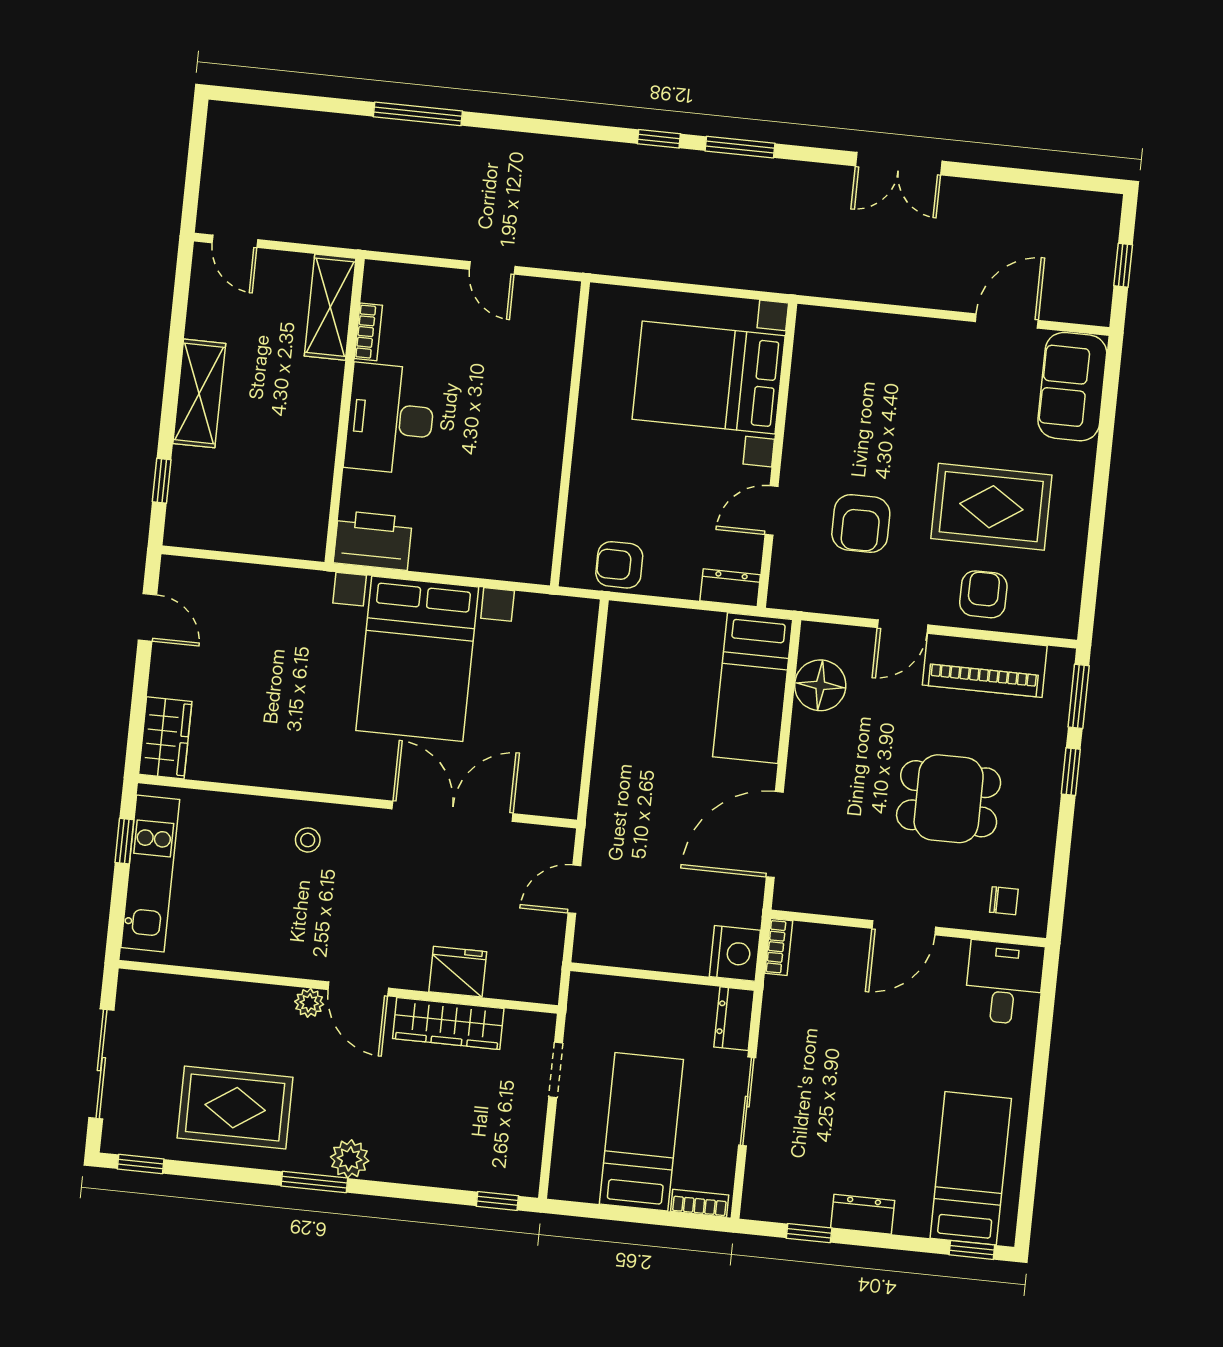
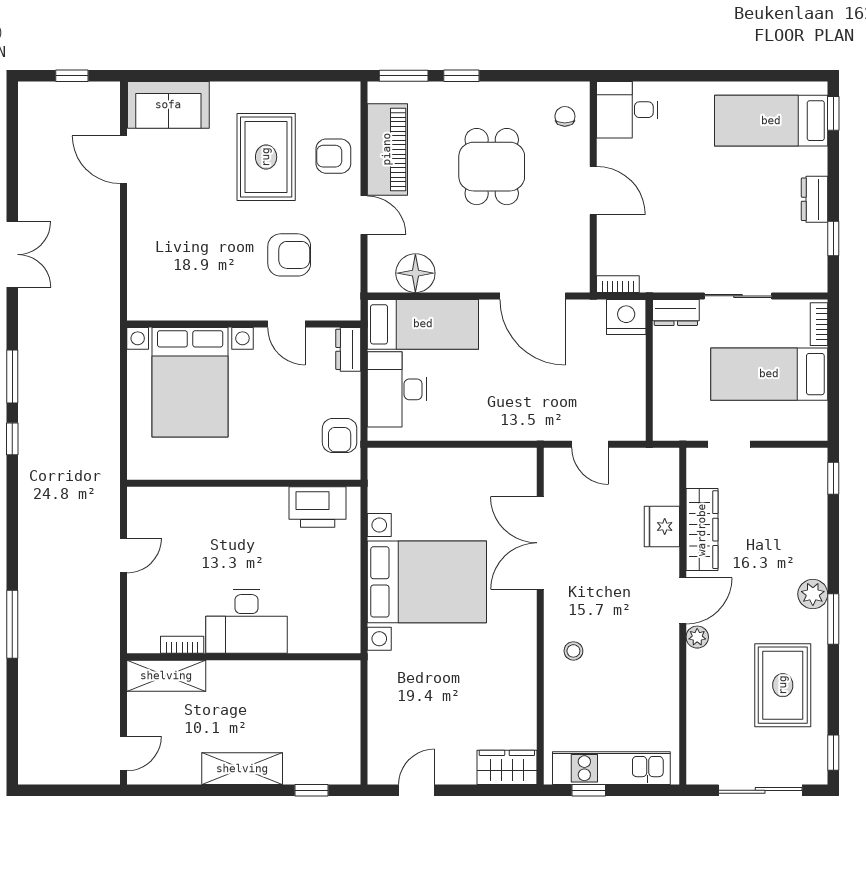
printer: (373, 540) -> (318, 507), moved, turned -90
desk: (672, 646) -> (397, 389), added

